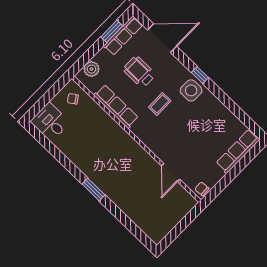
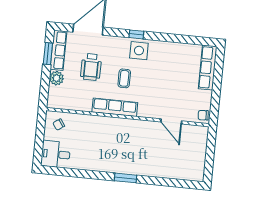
plant: (91, 69) -> (56, 78), moved
wheelchair: (139, 72) -> (91, 67), turned -90
row of seats: (116, 107) -> (115, 107), moved

